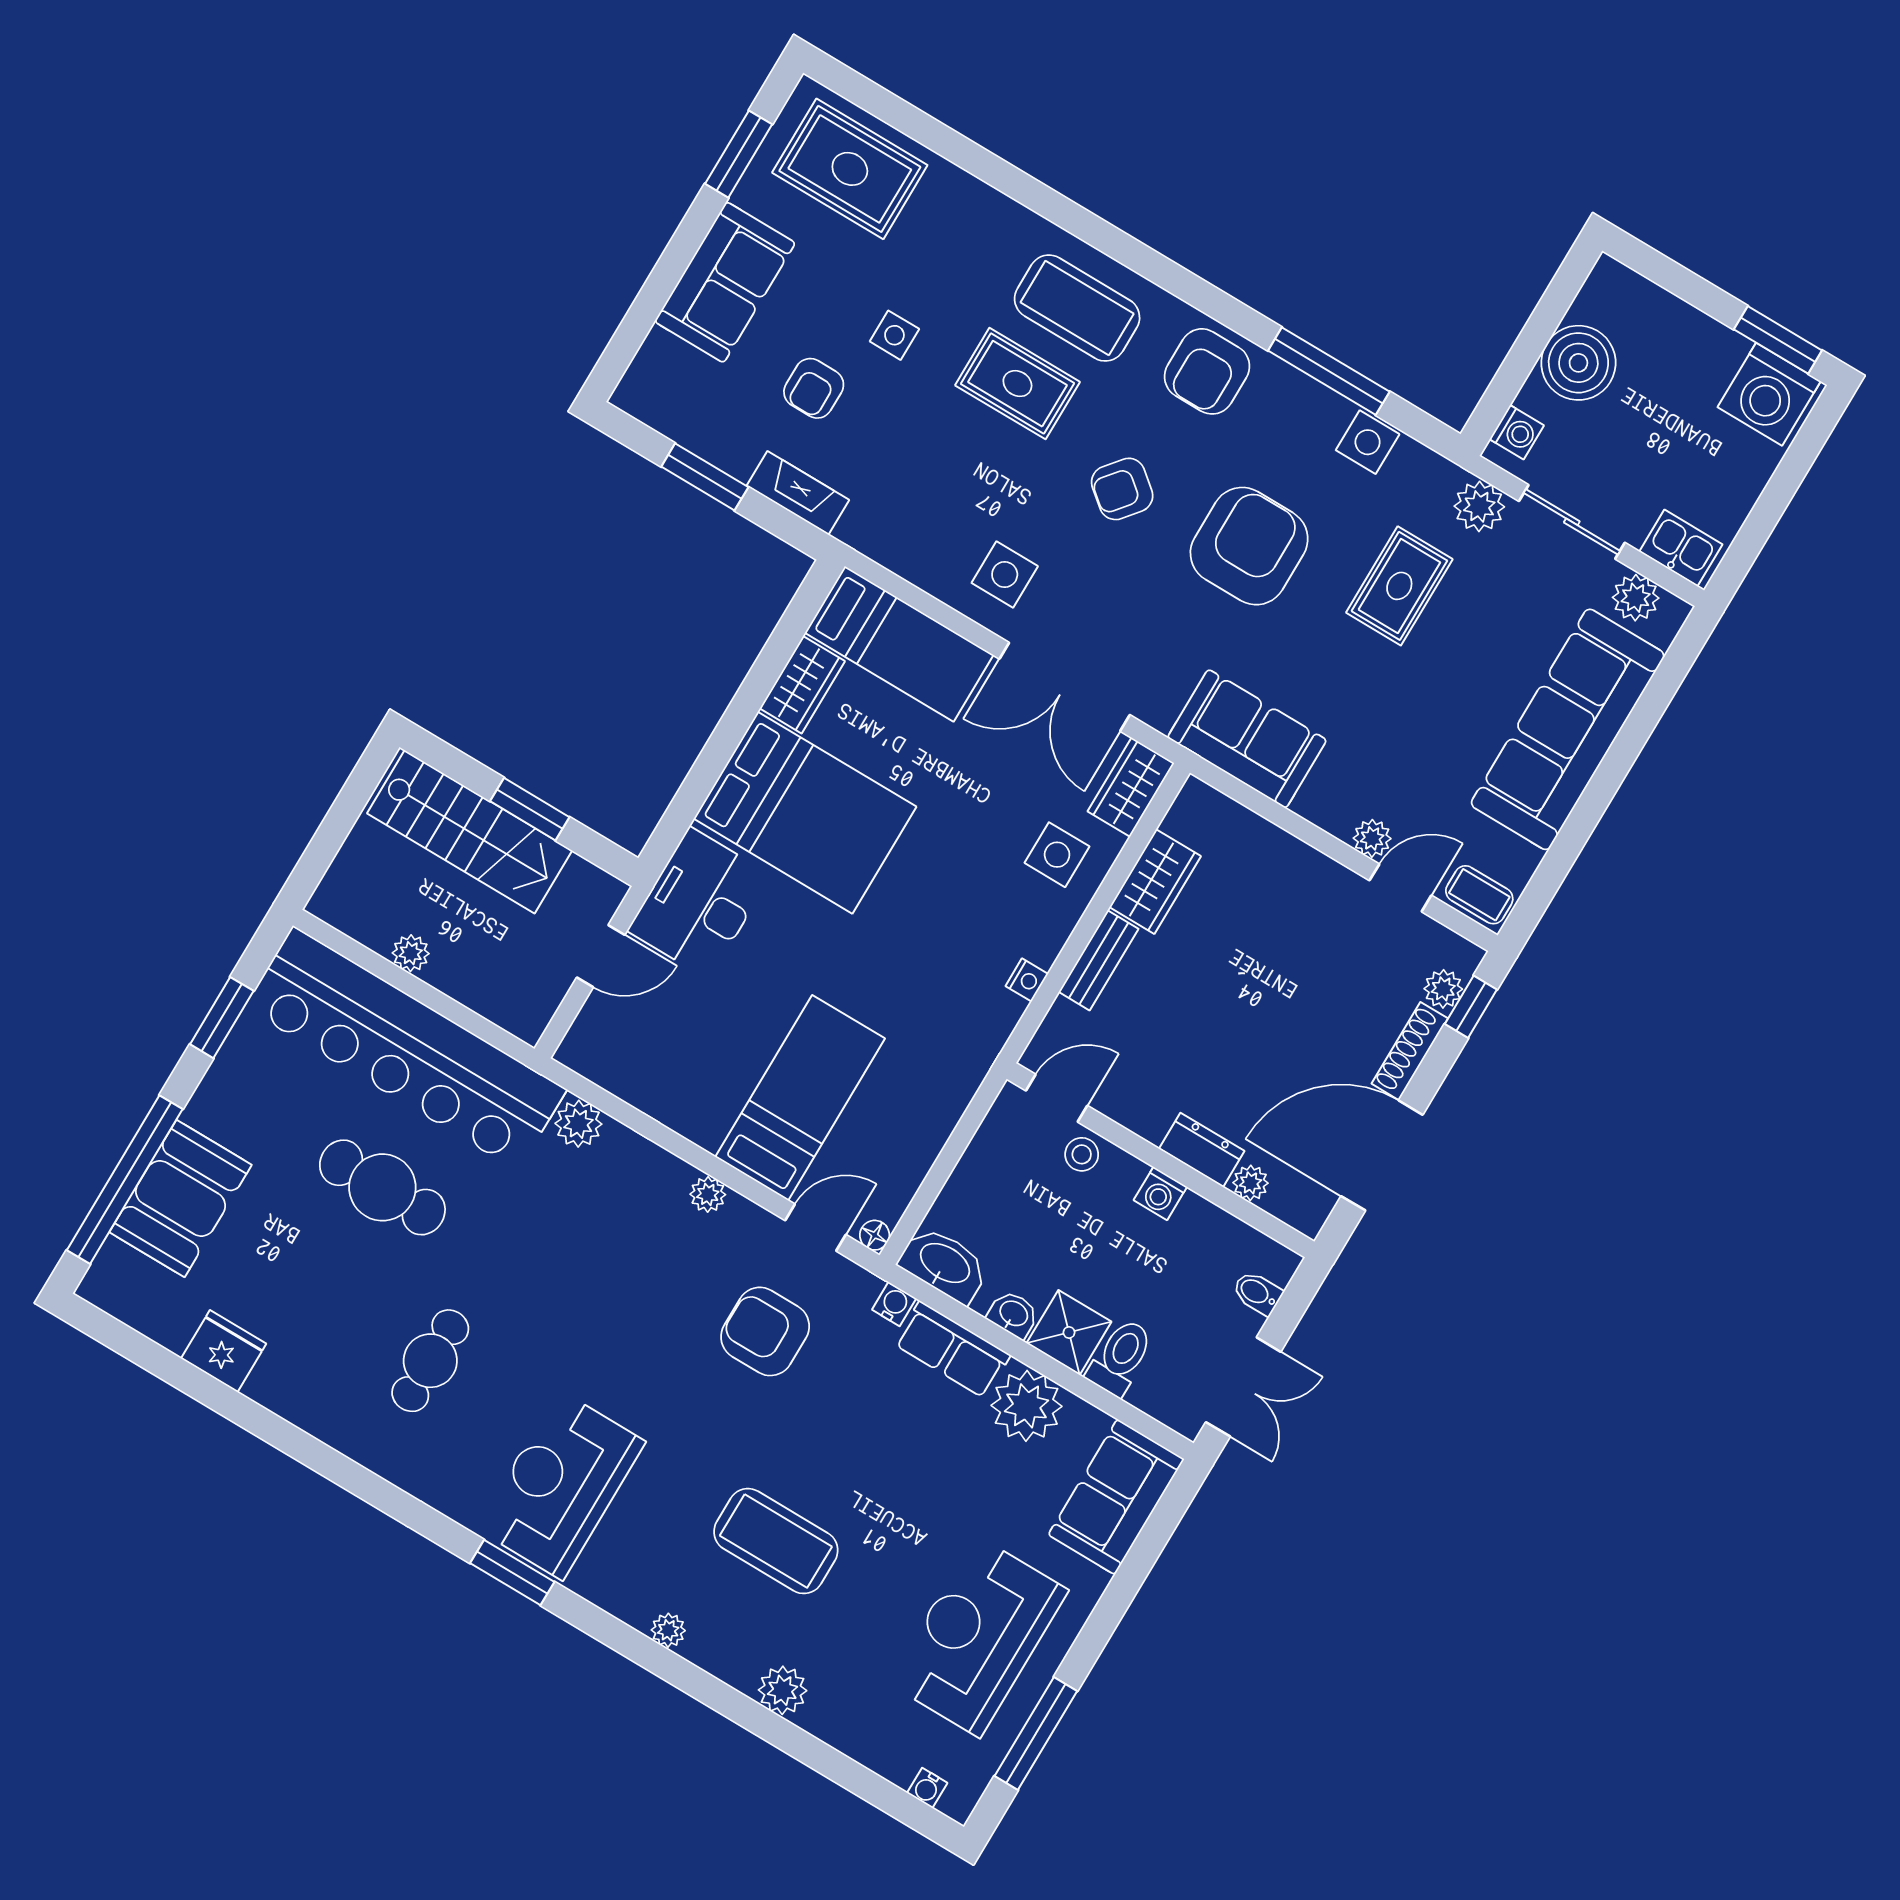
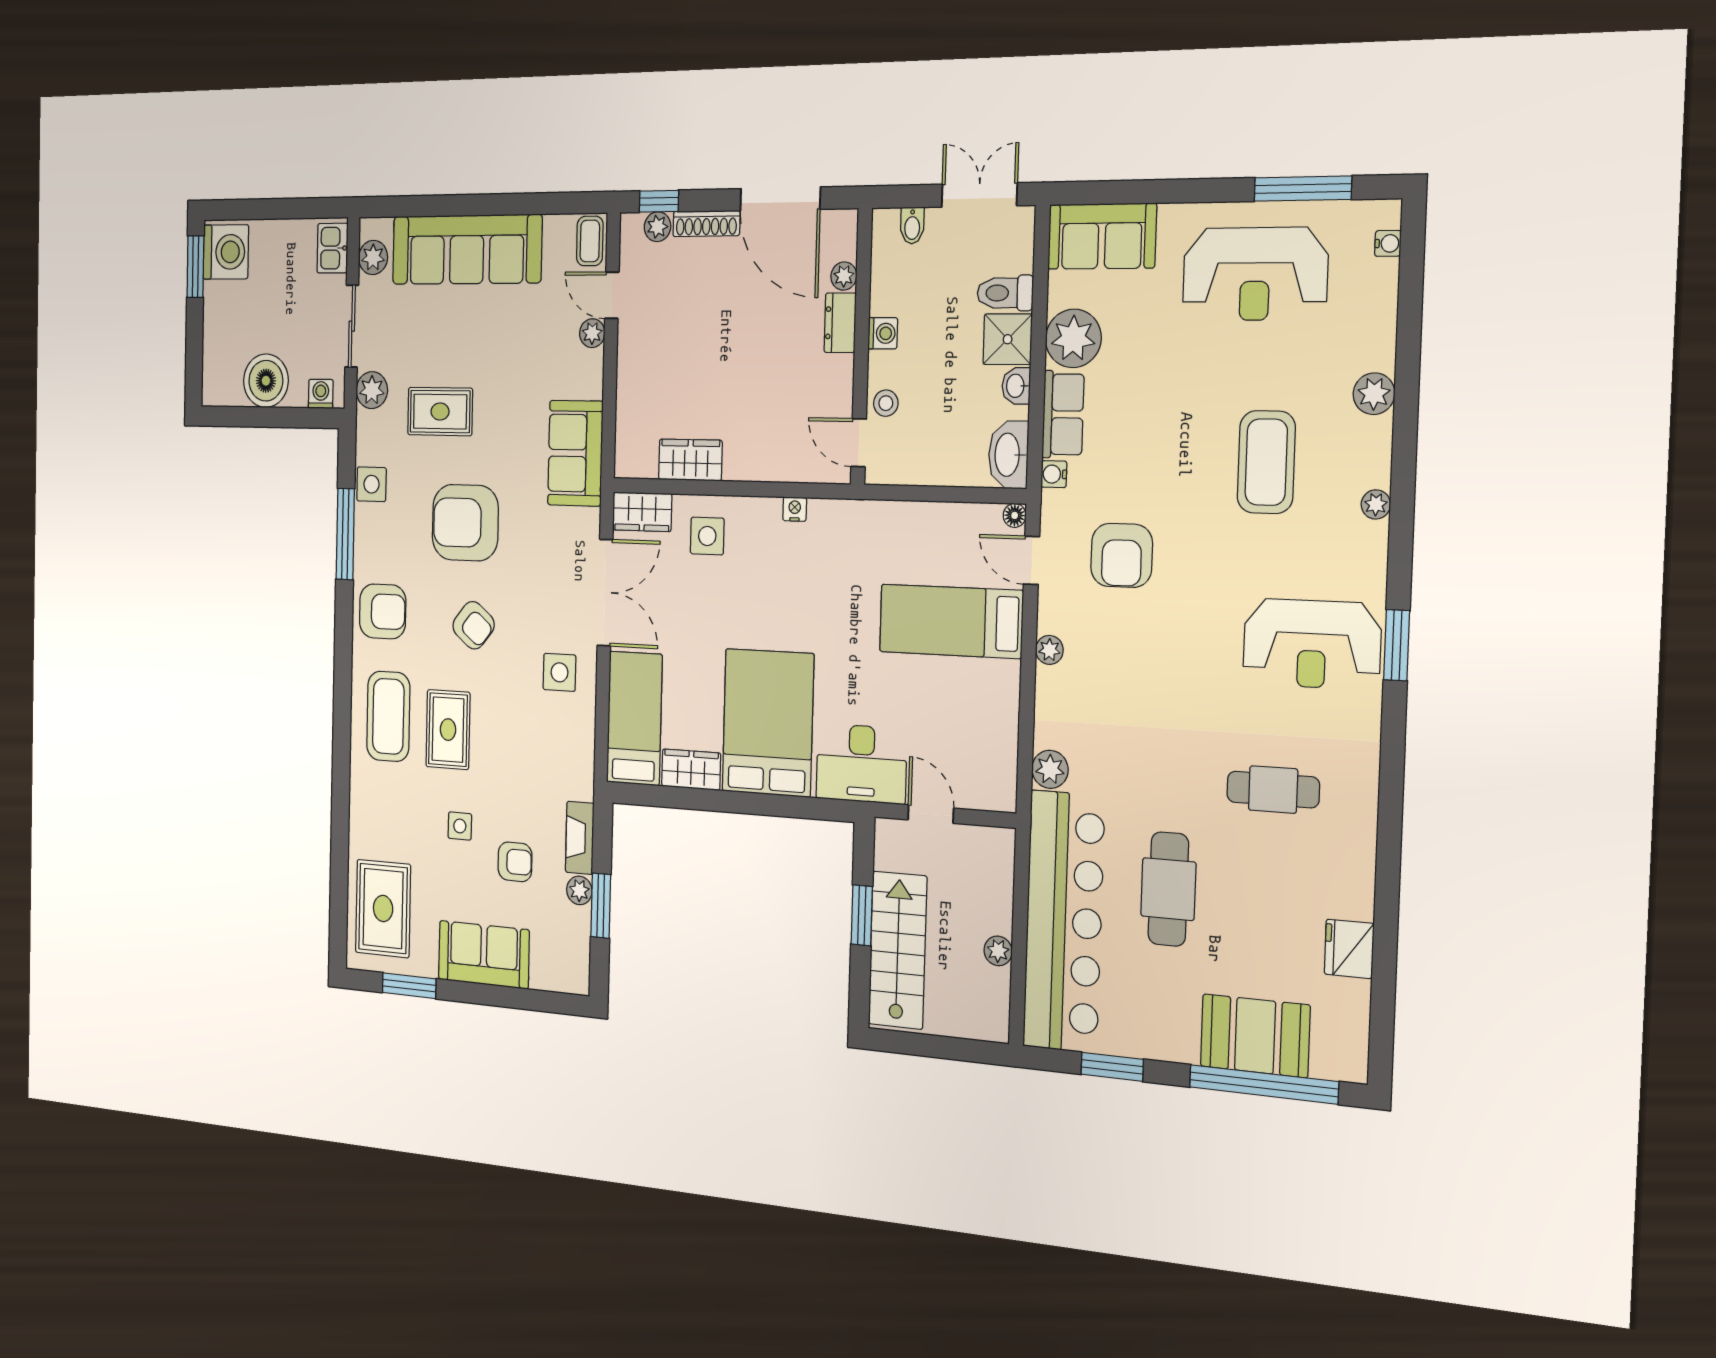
plant: (737, 458) -> (579, 890), added
bench: (1099, 960) -> (758, 468), removed

